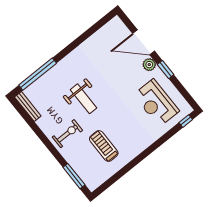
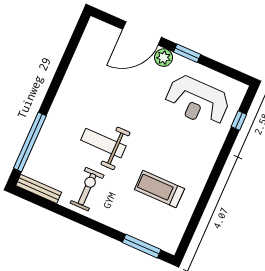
weight bench: (83, 99) -> (103, 143), turned 180
window: (186, 121) -> (239, 120), moved
exercise bike: (67, 134) -> (87, 189), moved

